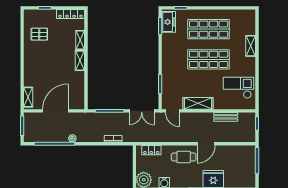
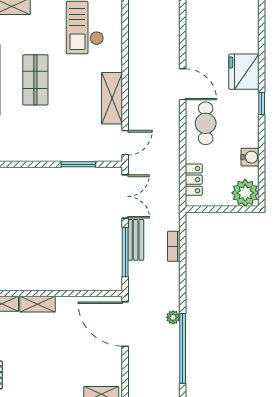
shop shelf: (209, 59) -> (35, 80), width x0.70, depth x0.74
door: (55, 111) -> (125, 324), moved
bench: (226, 117) -> (136, 240), moved

